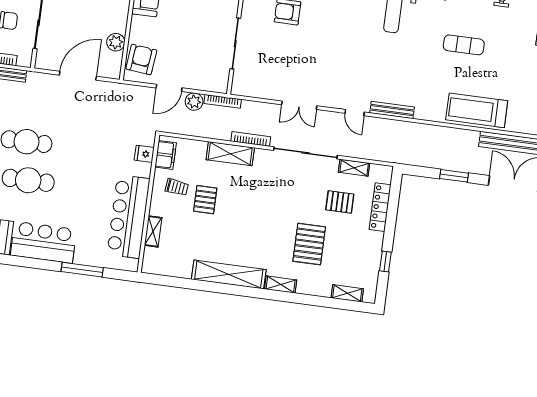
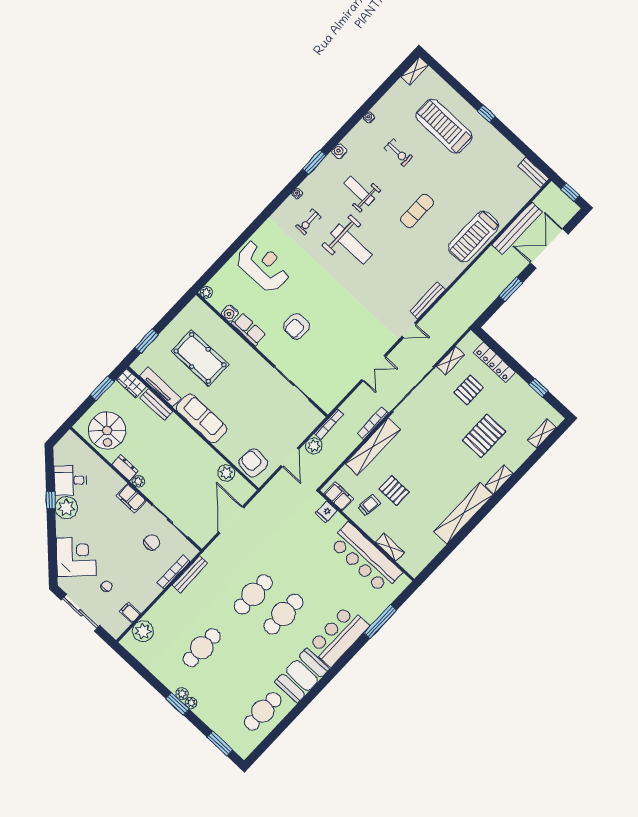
shelving: (230, 154) -> (373, 447), width x1.47
pallet: (309, 244) -> (484, 436), turned 90

